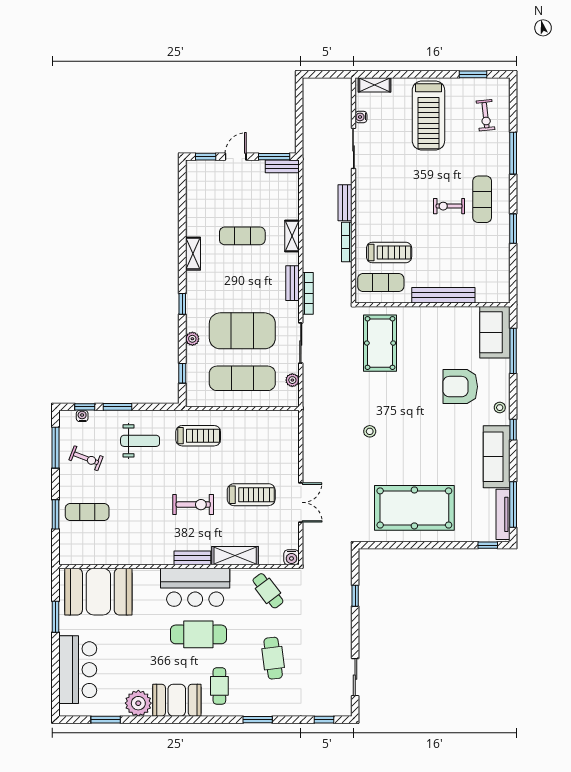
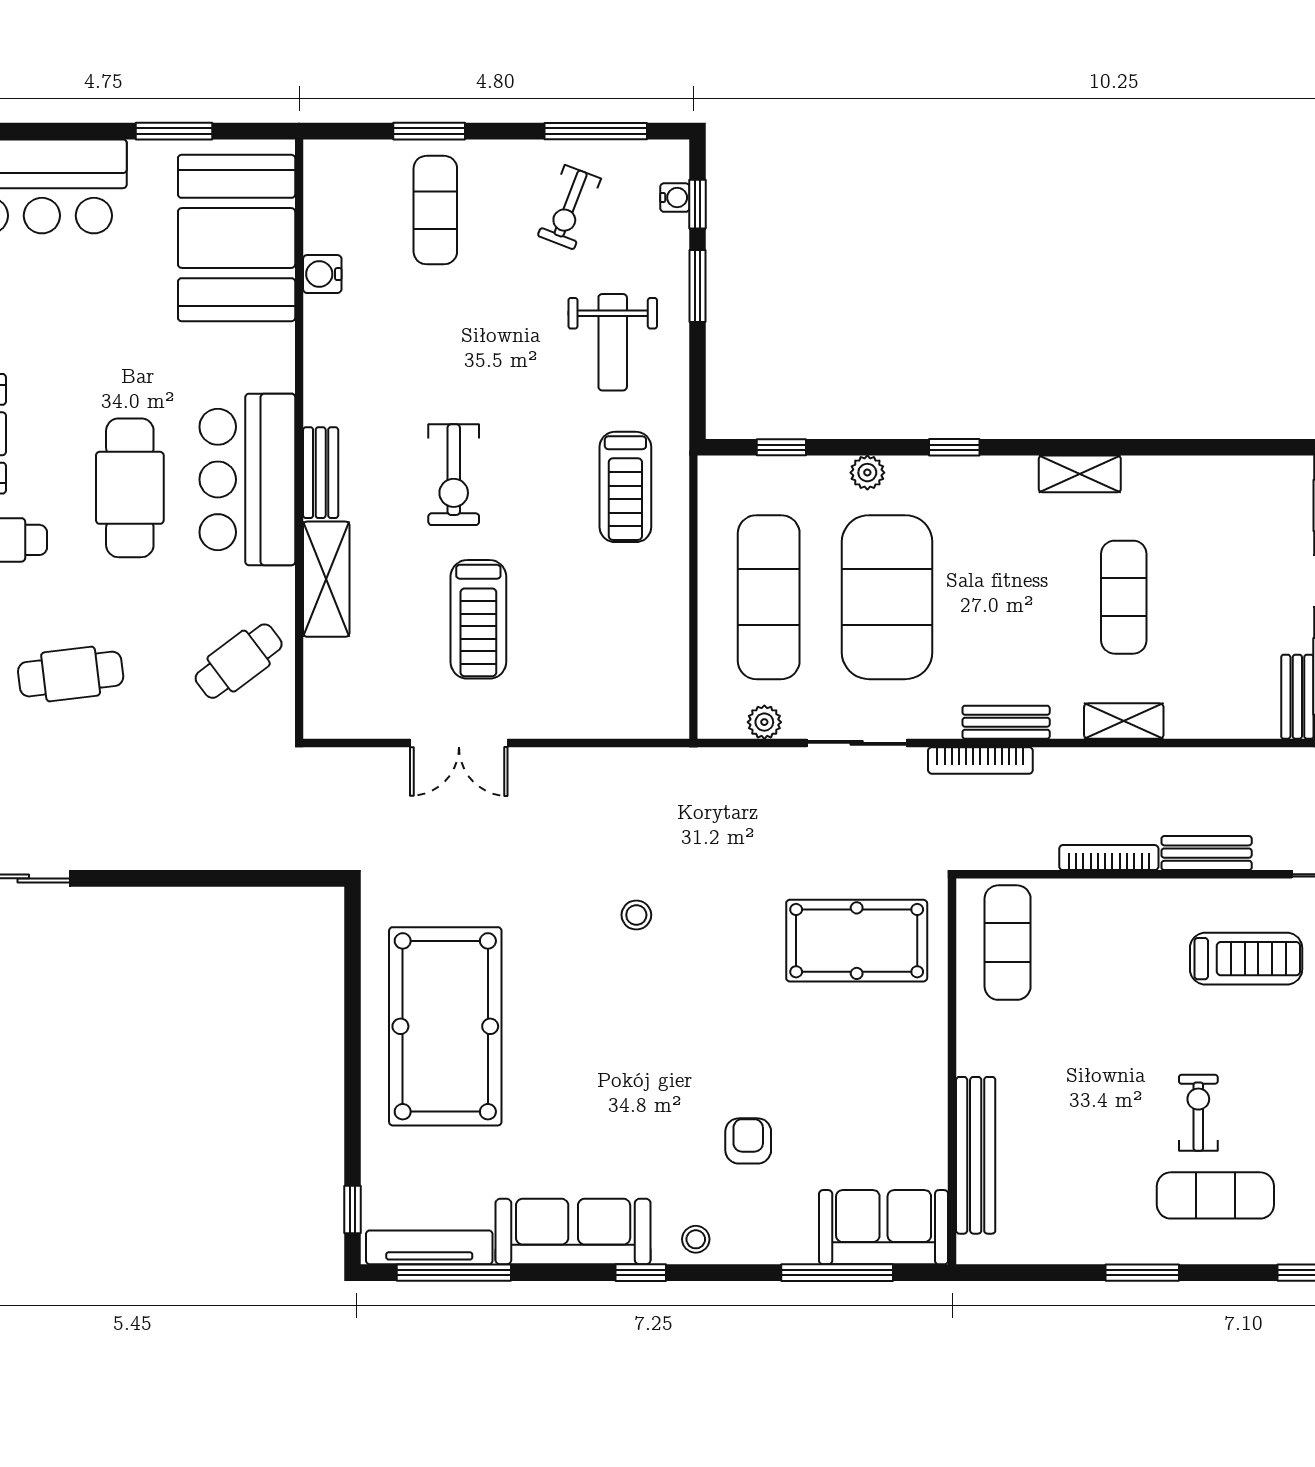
treadmill: (389, 252) -> (1246, 959), moved, turned -90
bench: (443, 295) -> (976, 1155), moved
armchair: (460, 387) -> (748, 1141), width x0.53, depth x0.53
water cooler: (291, 557) -> (322, 274), moved
window: (355, 596) -> (227, 878), removed

